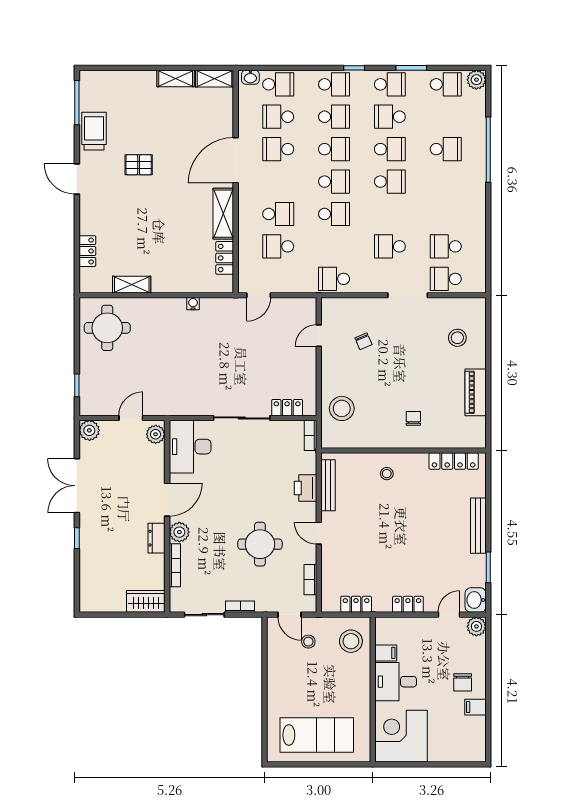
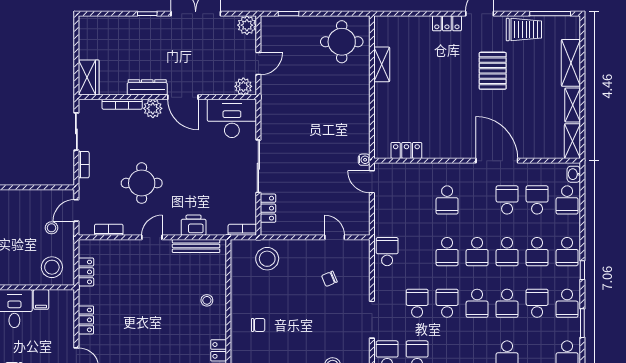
pallet: (139, 165) -> (493, 71), width x1.50, depth x1.42
shelving: (223, 214) -> (571, 63), moved, turned 90
school desk: (278, 246) -> (447, 303), moved
locker: (87, 251) -> (447, 23), moved
water cooler: (193, 304) -> (364, 160), moved
door: (131, 418) -> (258, 64), hinge flipped
dresser: (156, 538) -> (147, 87), width x1.44

